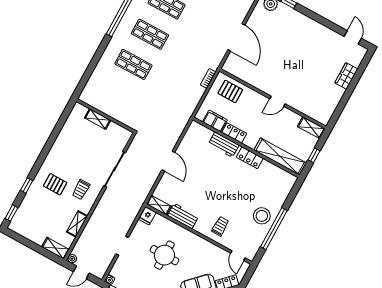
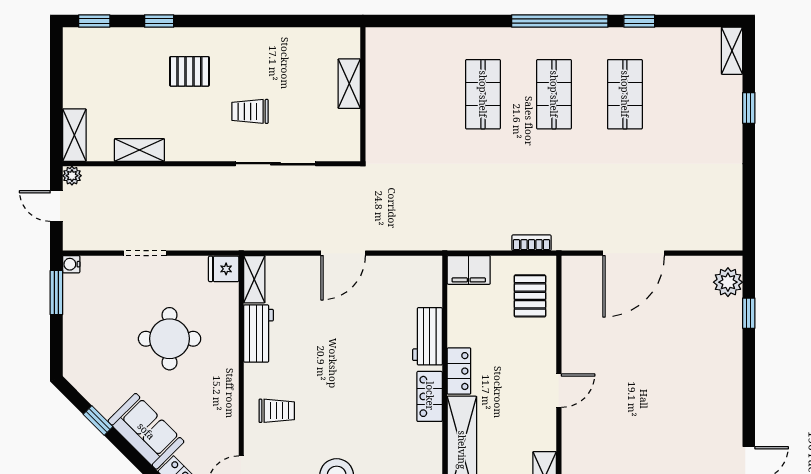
door: (277, 101) -> (559, 391), swing flipped
filing cabinet: (215, 121) -> (469, 270), moved, turned 90
locker: (234, 133) -> (459, 371), moved
pallet: (55, 184) -> (189, 71), turned 90
trolley: (81, 190) -> (250, 111), moved

